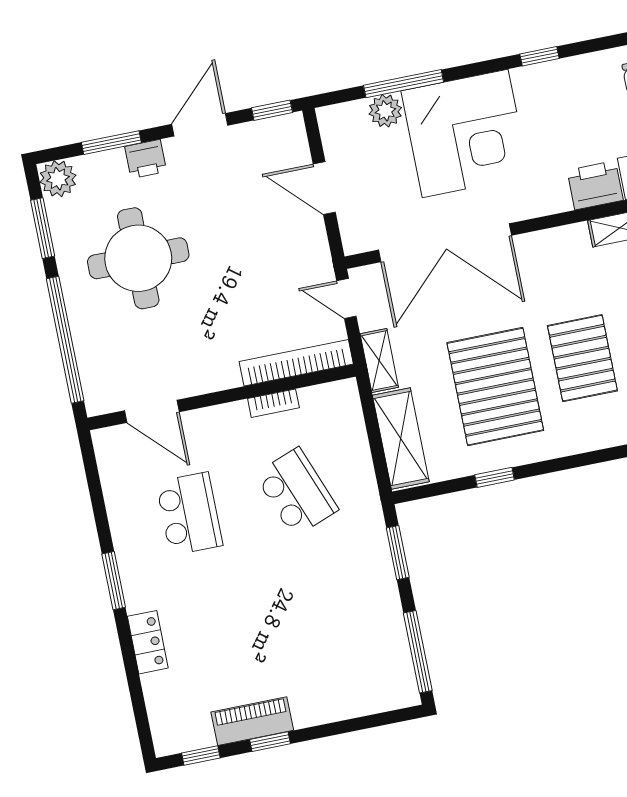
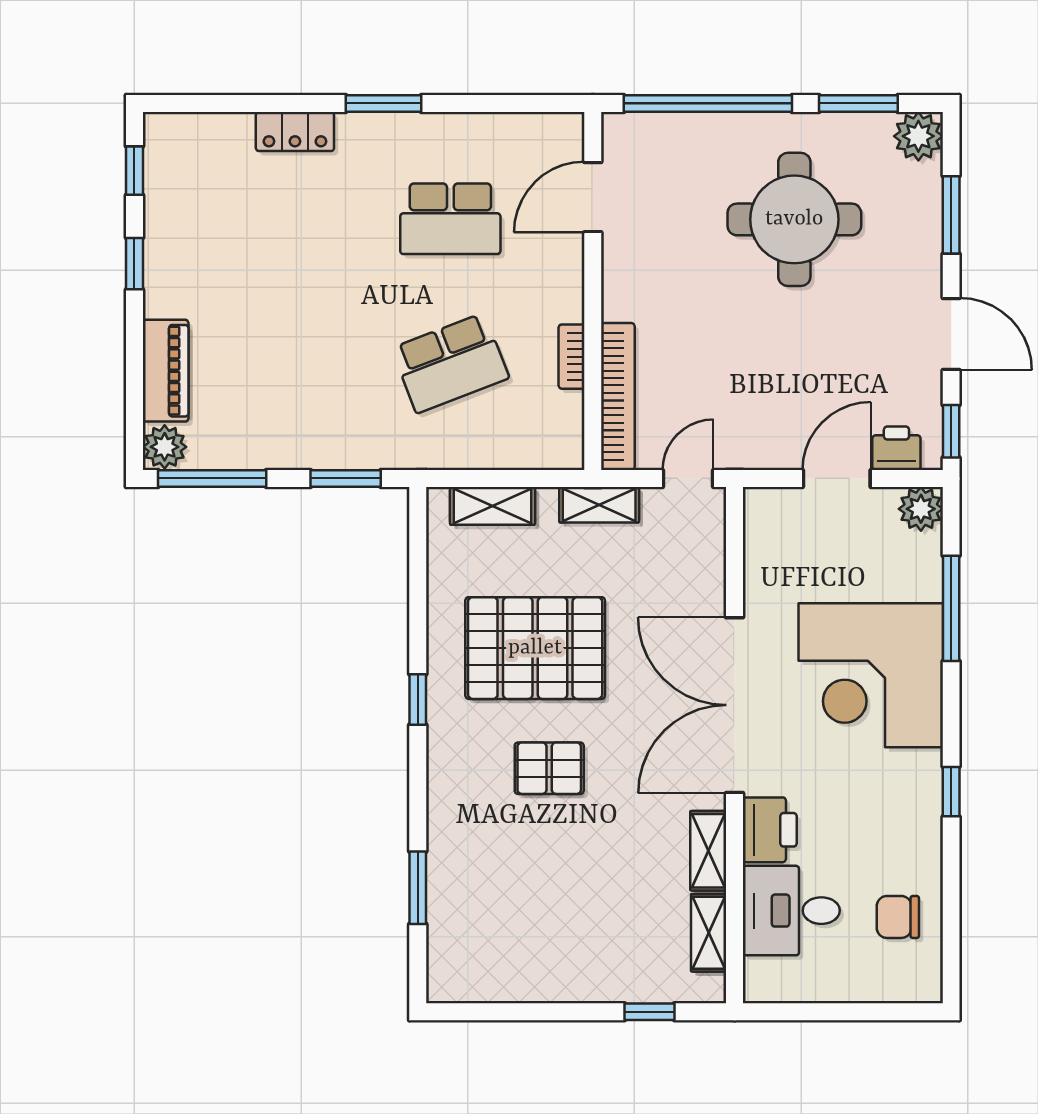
plant: (385, 111) -> (921, 509), moved
printer: (146, 159) -> (896, 448), moved, turned 90
double door: (445, 243) -> (734, 705), moved
pallet: (582, 358) -> (549, 768), width x0.67, depth x0.71
shelving: (401, 439) -> (493, 506), width x0.67, depth x0.75
window: (495, 477) -> (418, 699), moved
plant: (401, 692) -> (165, 447), added
piano: (252, 721) -> (166, 371), moved

